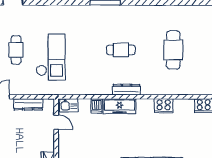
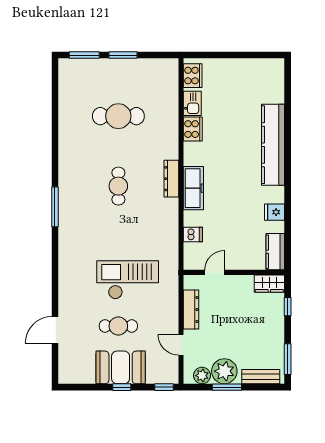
kitchen sink: (69, 105) -> (192, 103), moved
dishwasher: (97, 106) -> (193, 234), moved

